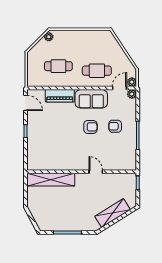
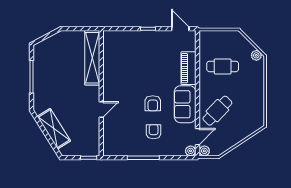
cafe table: (58, 66) -> (223, 66), turned 90
cafe table: (97, 71) -> (217, 111), turned 44
door: (119, 88) -> (197, 137), hinge flipped
door: (26, 103) -> (180, 29), swing flipped

